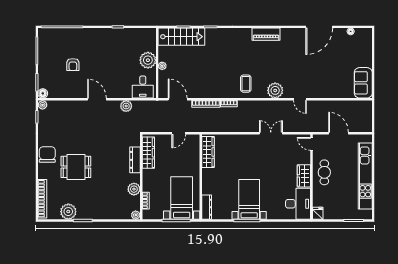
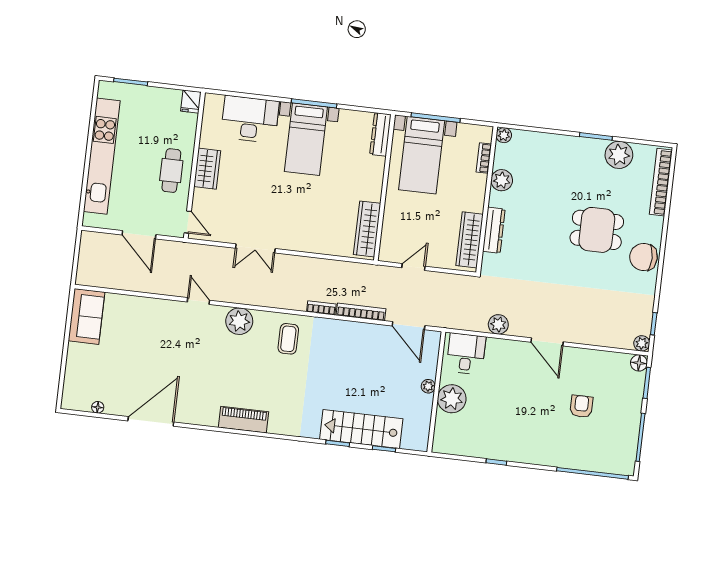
stairs: (181, 37) -> (361, 429), moved
chair: (47, 155) -> (644, 257), turned 90
desk: (298, 204) -> (250, 119), moved, turned 90

